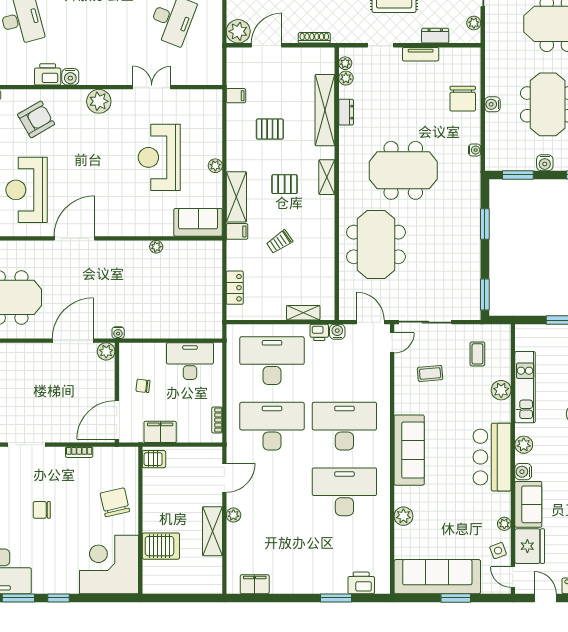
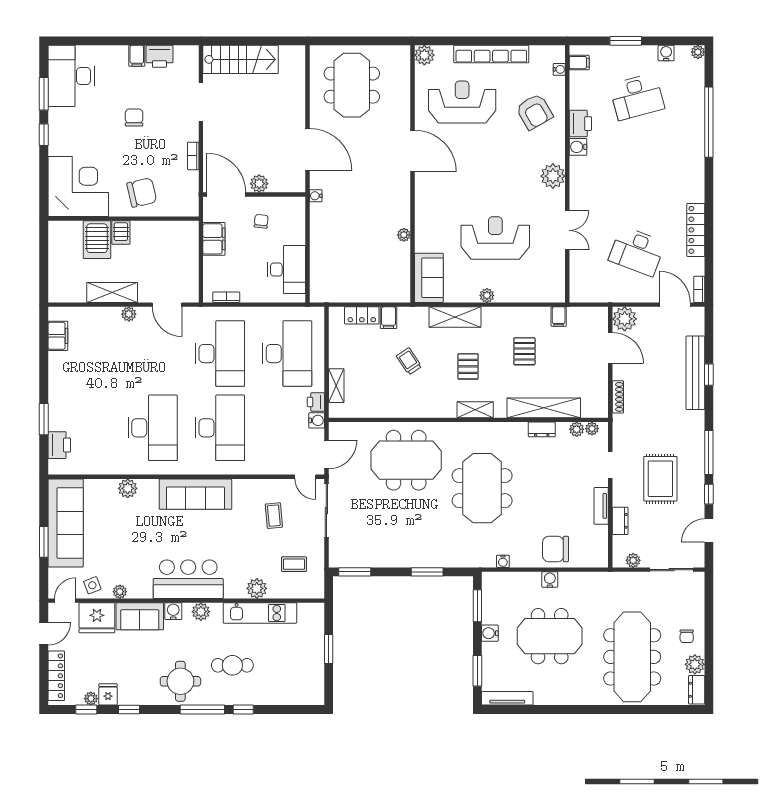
filing cabinet: (237, 231) -> (389, 318), moved
plant: (106, 351) -> (259, 184), moved
server rack: (154, 459) -> (121, 233), moved

